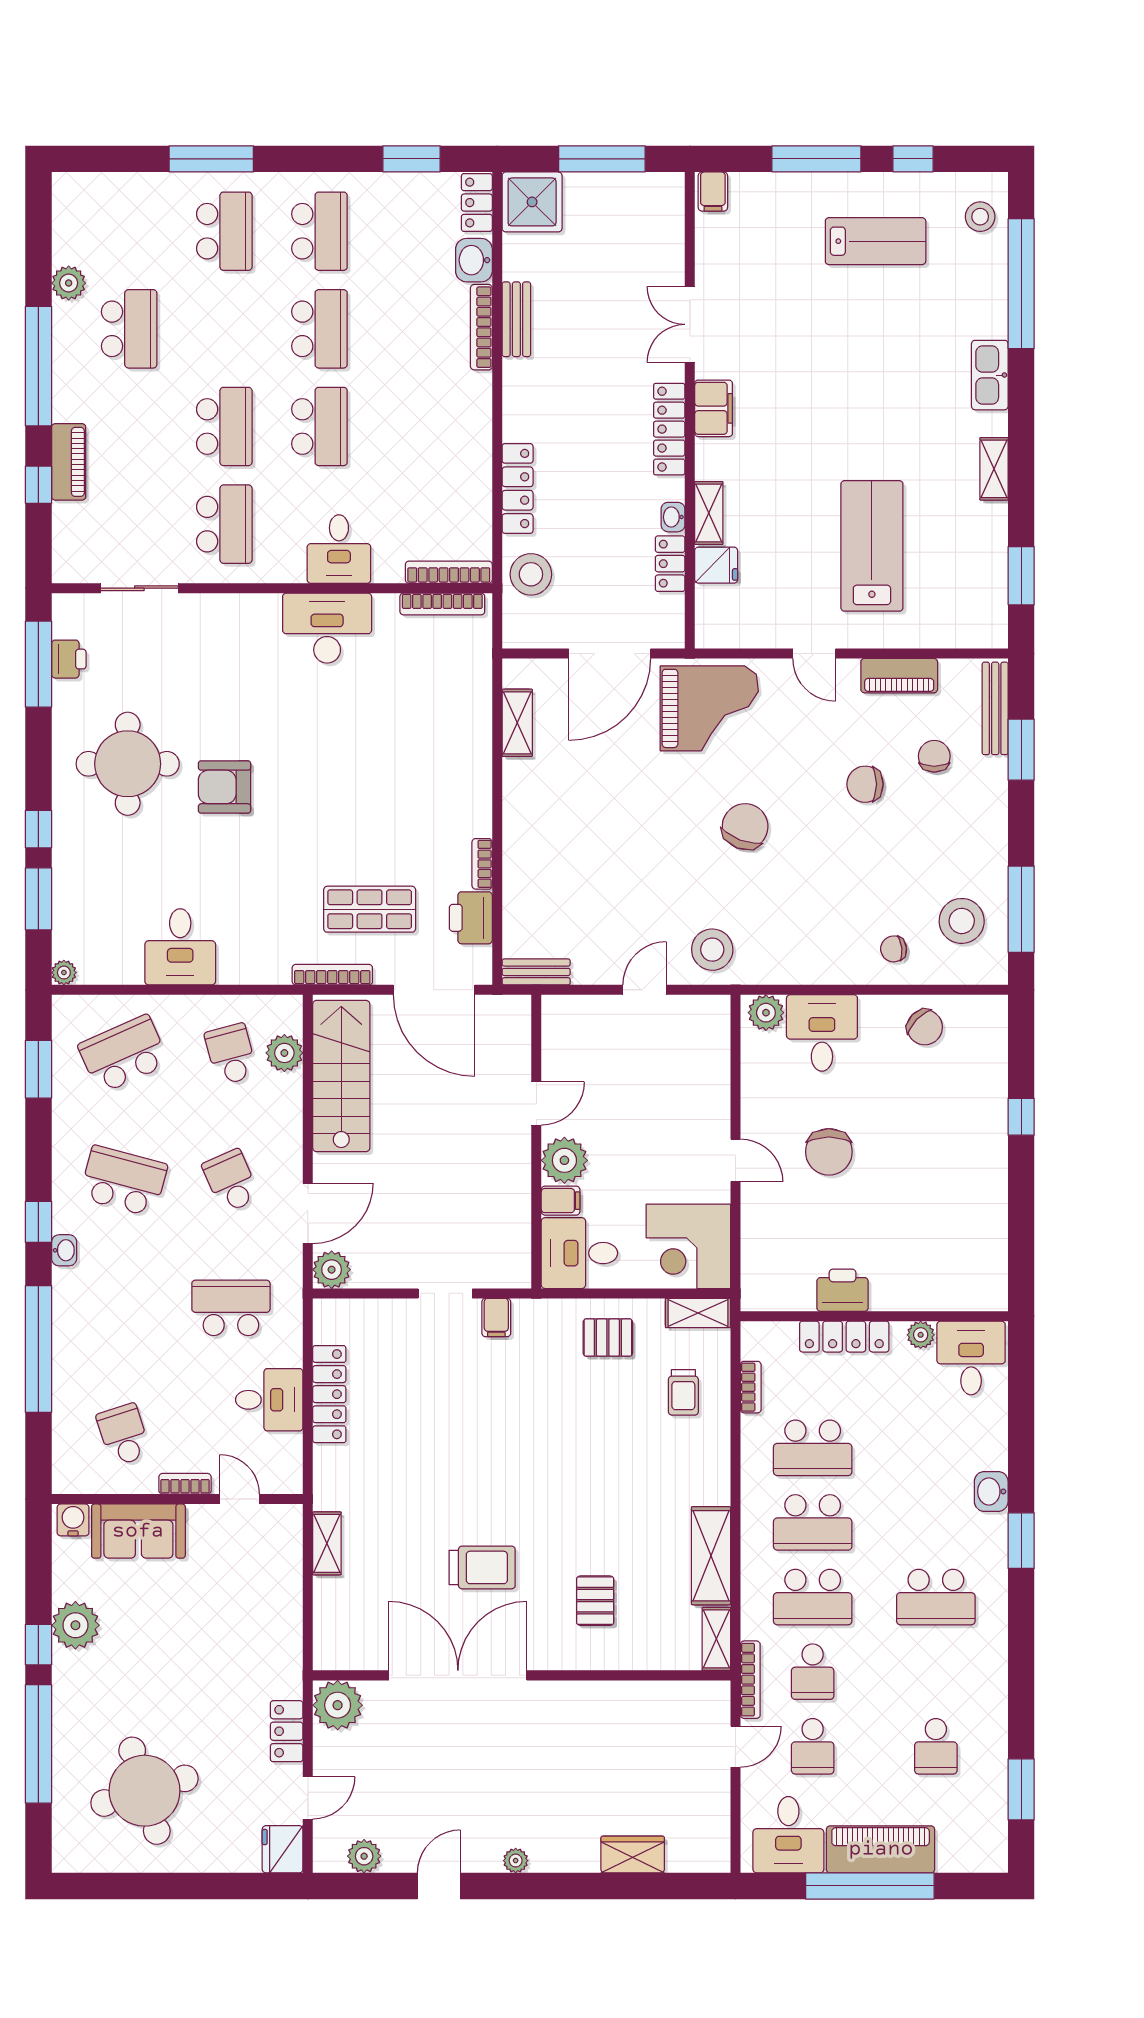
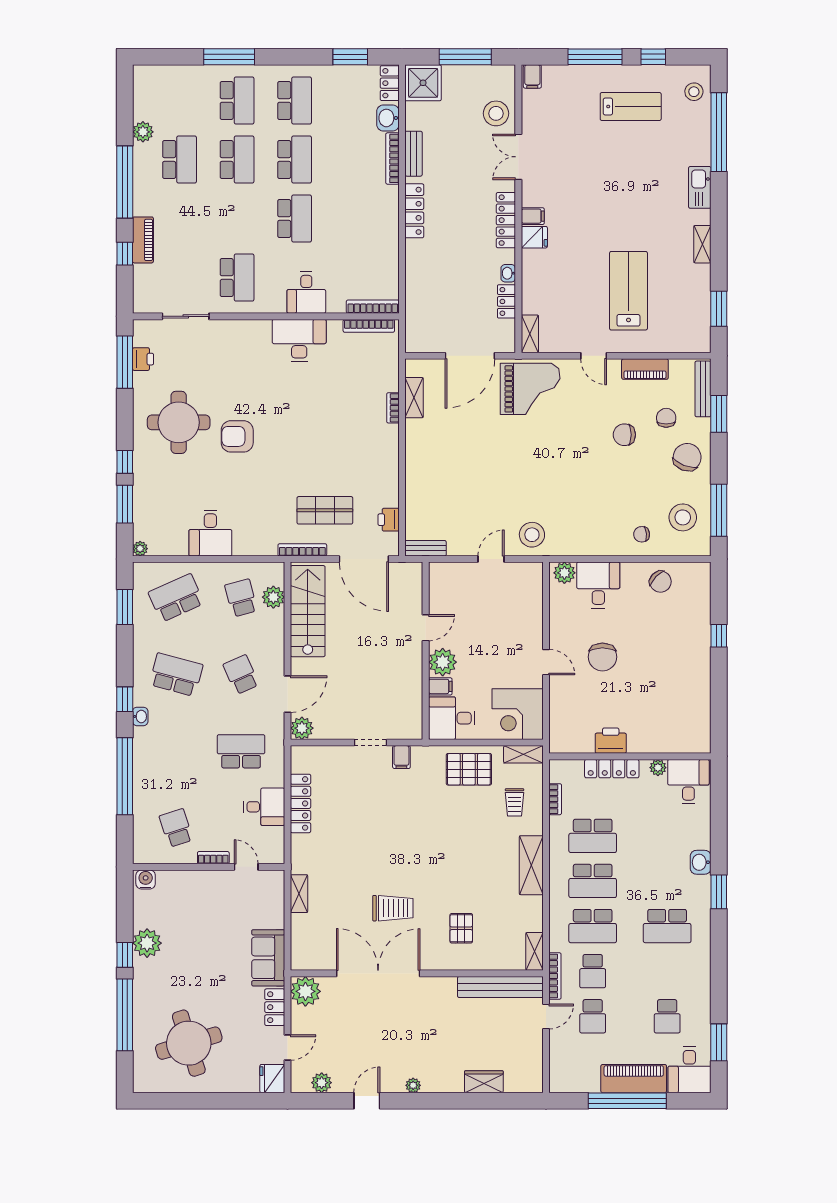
filing cabinet: (714, 408) -> (533, 216), width x0.50
school desk: (224, 426) -> (237, 159), moved
locker: (518, 488) -> (414, 211), moved
shelving: (709, 513) -> (530, 334), moved
fridge: (716, 565) -> (534, 237), moved
stool: (531, 574) -> (496, 113), moved
chair: (745, 826) -> (687, 457), moved
bookcase: (482, 864) -> (393, 408), moved
printer: (471, 918) -> (389, 520), width x0.73, depth x0.81
pallet: (608, 1338) -> (469, 769), width x1.50, depth x1.42
sofa: (138, 1531) -> (268, 958), moved, turned 90
shelving: (711, 1556) -> (531, 865), moved
bench: (660, 1698) -> (500, 987), added
desk: (788, 1835) -> (689, 1070), moved

